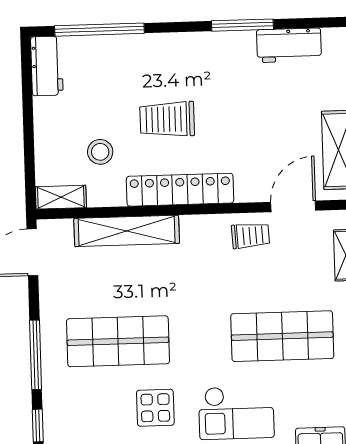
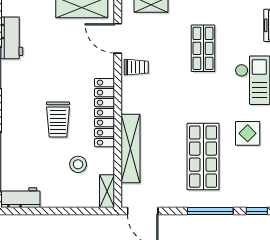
trolley: (250, 236) -> (136, 67), turned 93
shop shelf: (282, 336) -> (203, 48), width x0.70, depth x0.74

